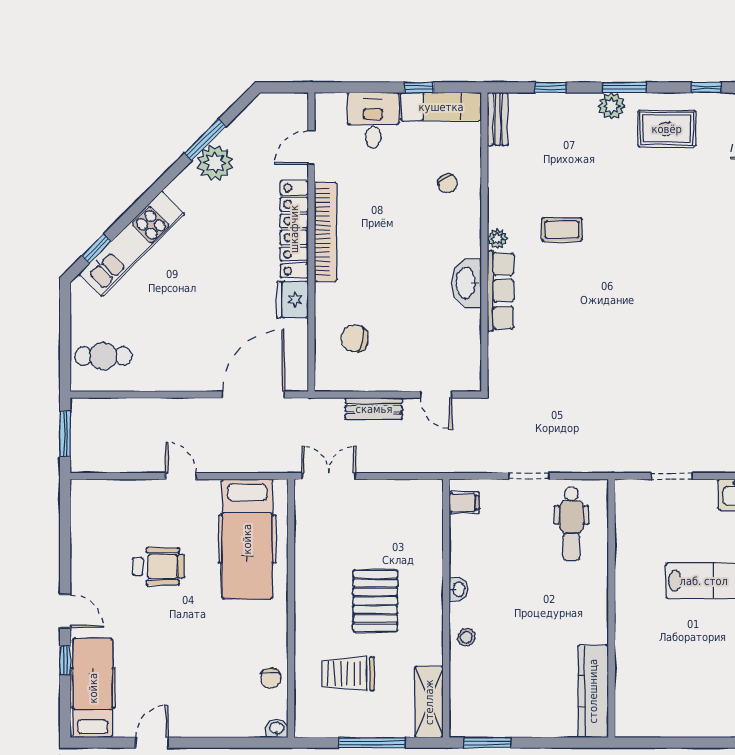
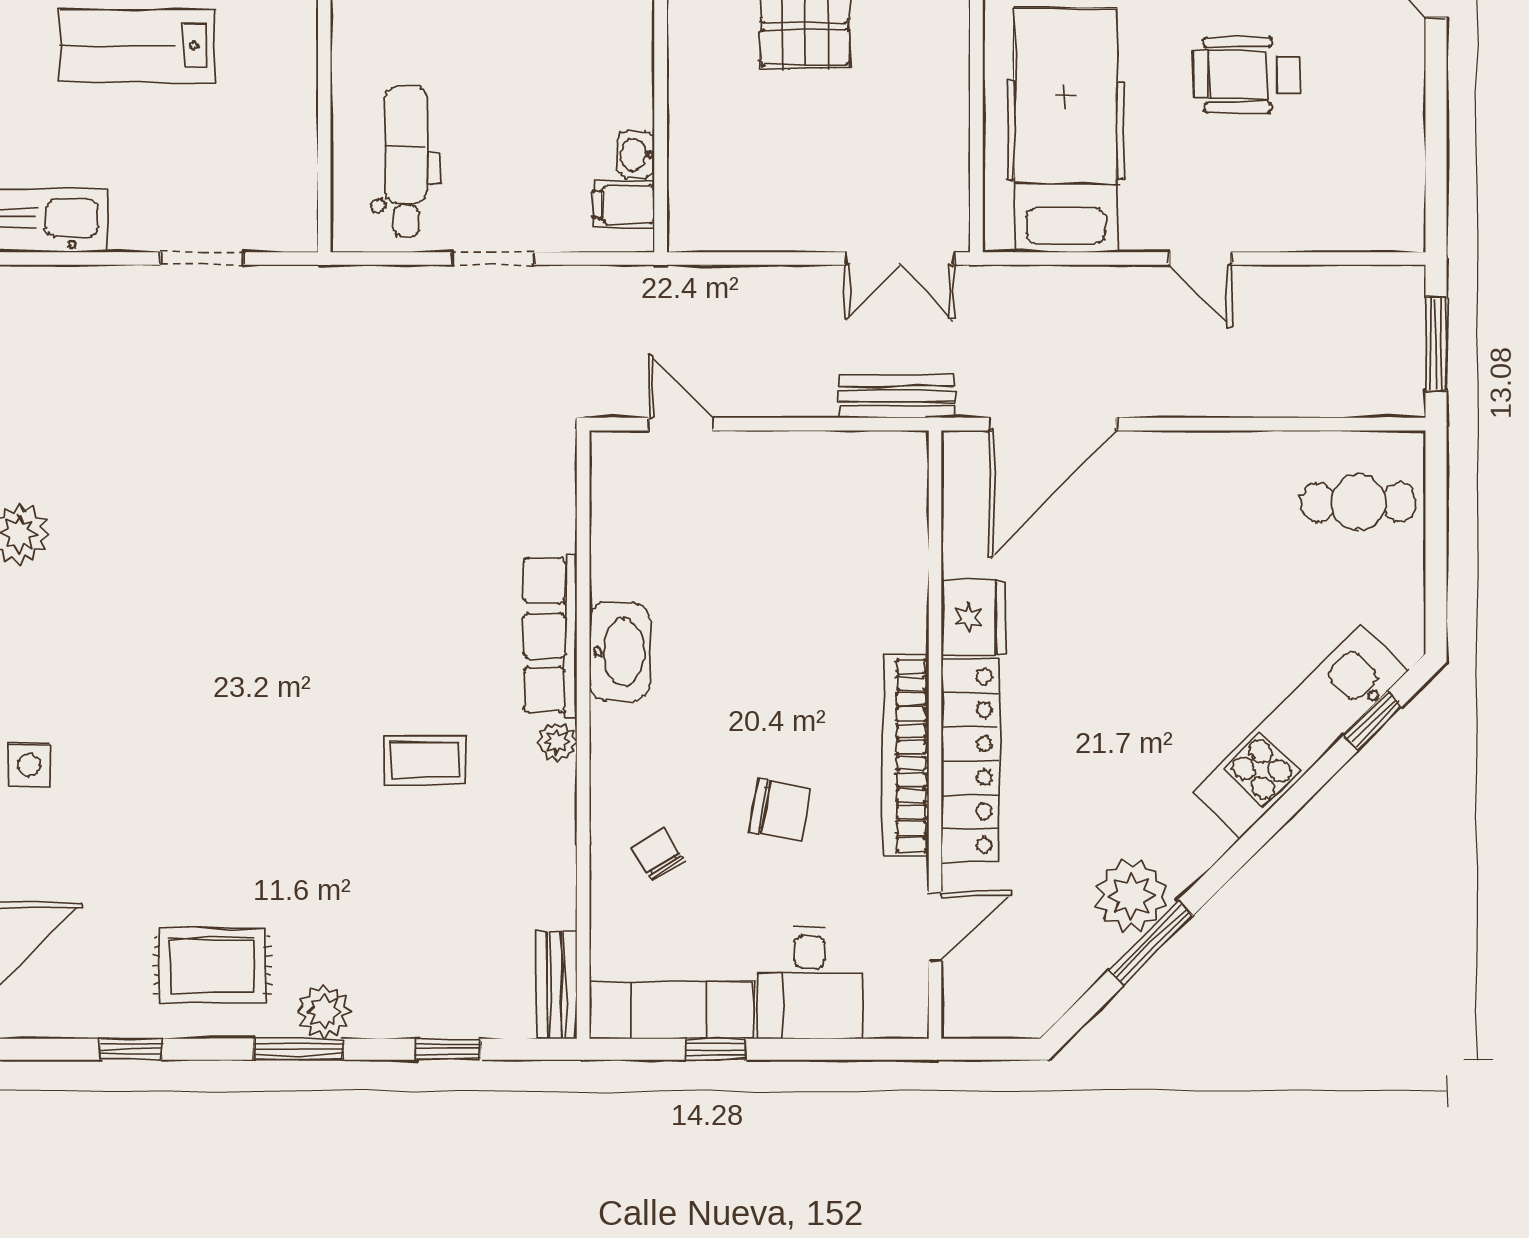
chair: (355, 339) -> (780, 810), moved
bench: (374, 409) -> (897, 396), moved
washbasin: (458, 589) -> (636, 155), moved

